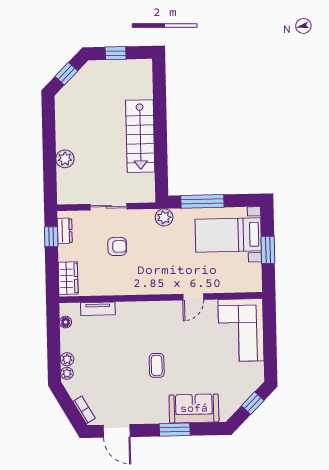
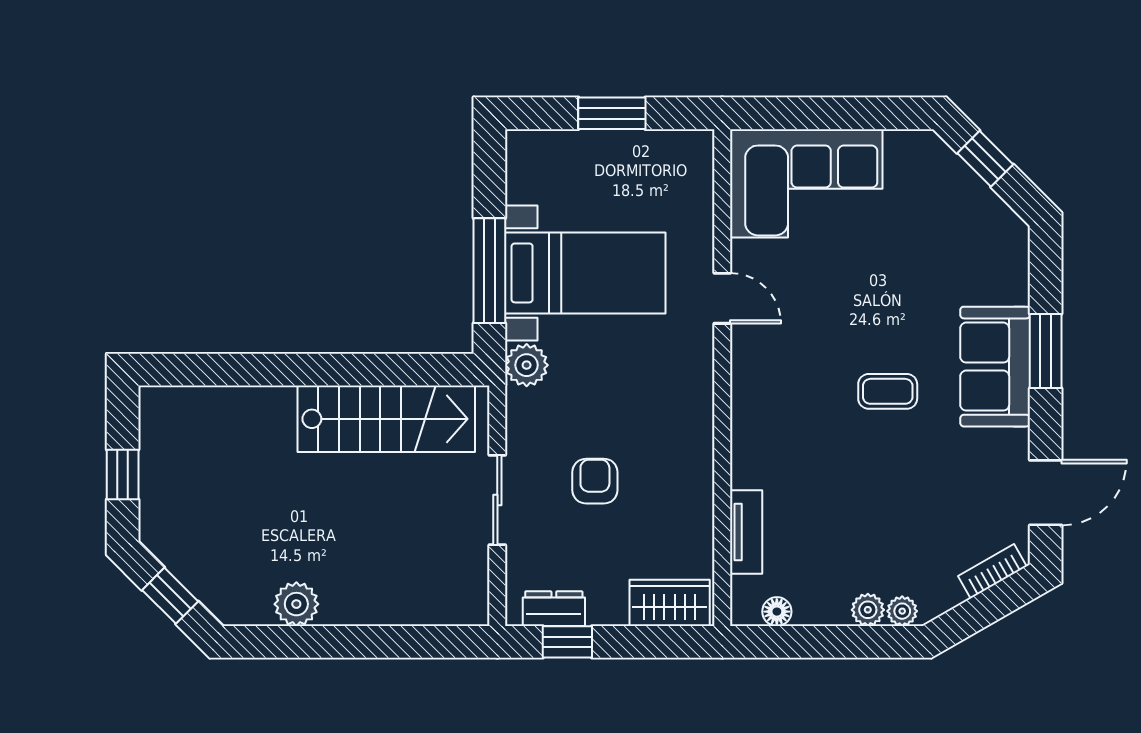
stairs: (140, 136) -> (386, 419), moved
plant: (65, 159) -> (296, 604), moved
bed with nightstands: (228, 235) -> (585, 273), moved, turned -90
sofa: (194, 409) -> (995, 367), moved

